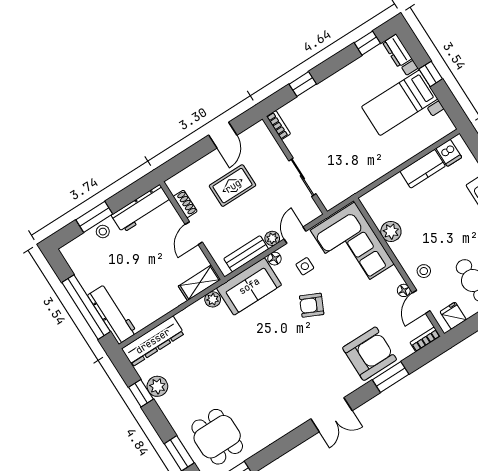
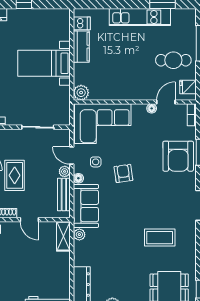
bed with nightstands: (400, 103) -> (44, 63), moved, turned 90
plant: (391, 231) -> (81, 93), moved
stool: (424, 271) -> (147, 88), removed
door: (421, 302) -> (166, 102), swing flipped
armchair: (312, 305) -> (123, 173), turned 147
armchair: (370, 354) -> (178, 156), turned 180
coffee table: (266, 391) -> (160, 238), added

